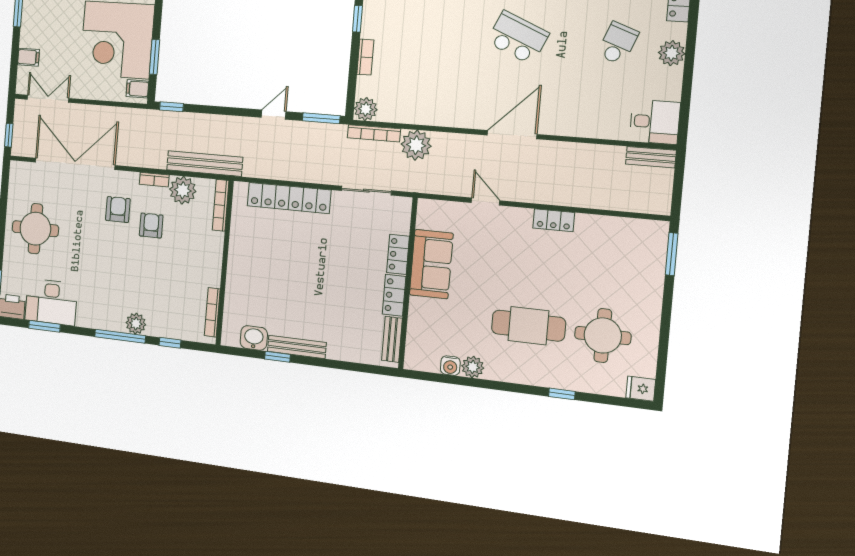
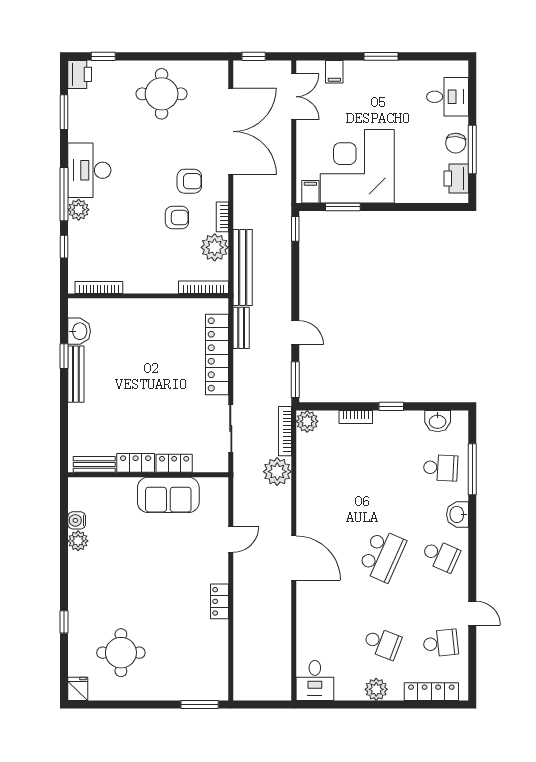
bench: (651, 157) -> (241, 328), moved
desk: (51, 302) -> (89, 170), moved
cafe table: (528, 326) -> (122, 587), removed

